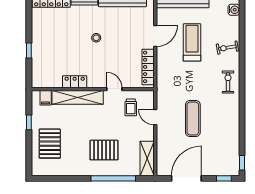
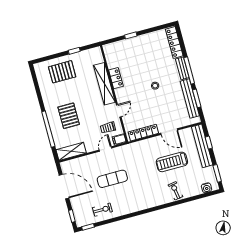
treadmill: (192, 42) -> (172, 162), turned 180
exercise bike: (228, 82) -> (102, 210), moved
filing cabinet: (46, 98) -> (119, 140), moved

